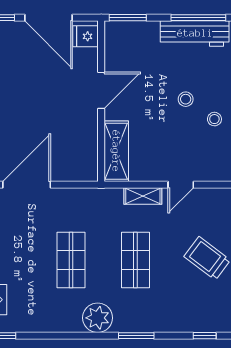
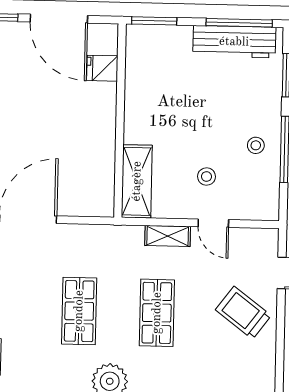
fridge: (86, 36) -> (102, 68), moved
door: (101, 90) -> (120, 108), removed
stool: (186, 99) -> (206, 177), moved
door: (181, 185) -> (213, 223), hinge flipped

